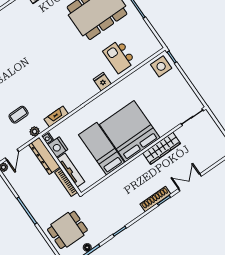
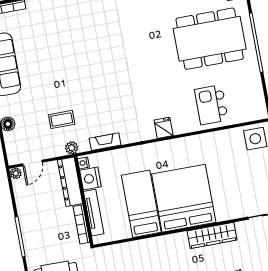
fridge: (102, 82) -> (164, 128), moved

